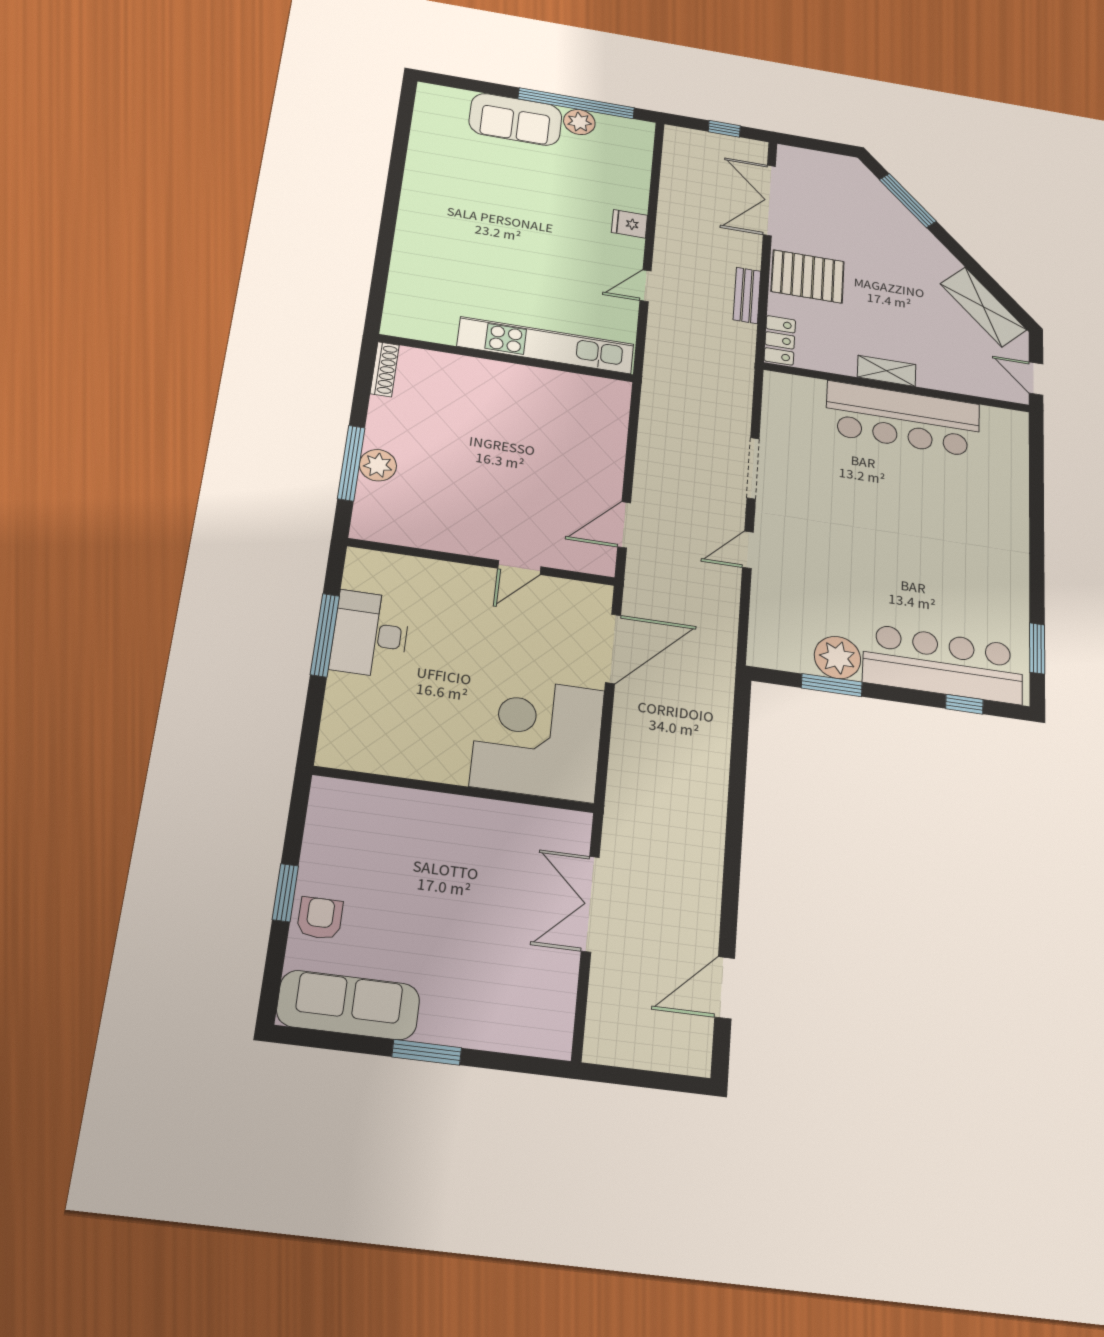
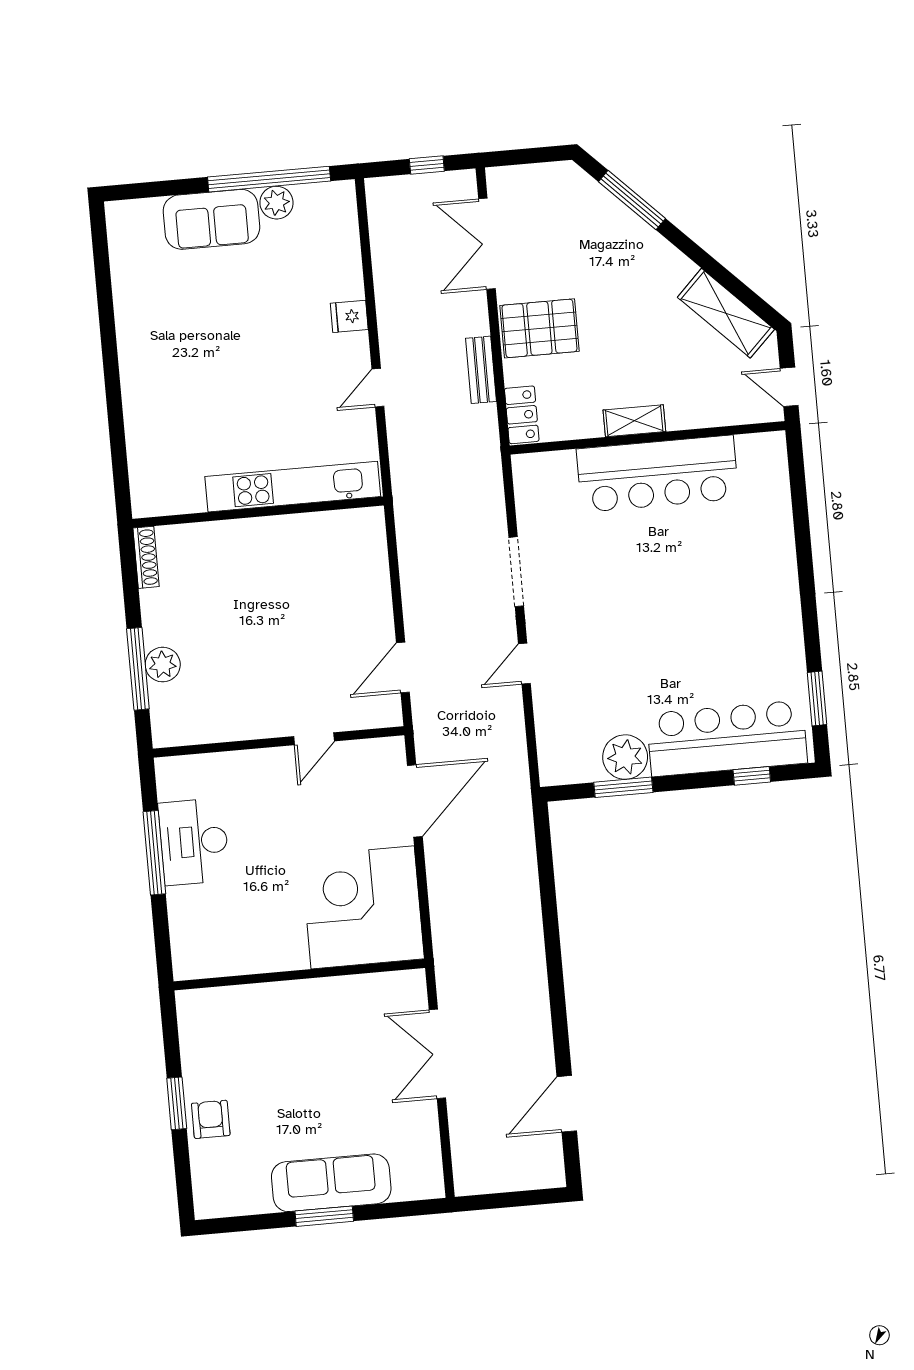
sofa: (348, 1005) -> (331, 1183), moved

